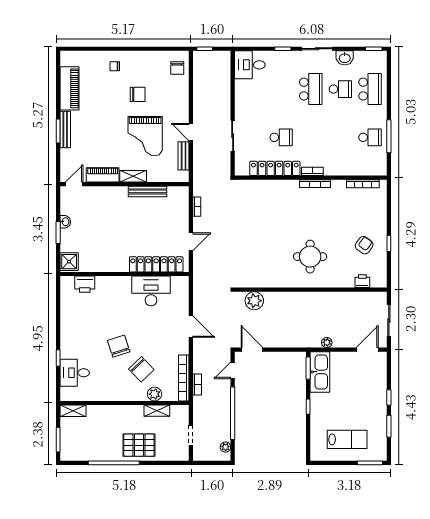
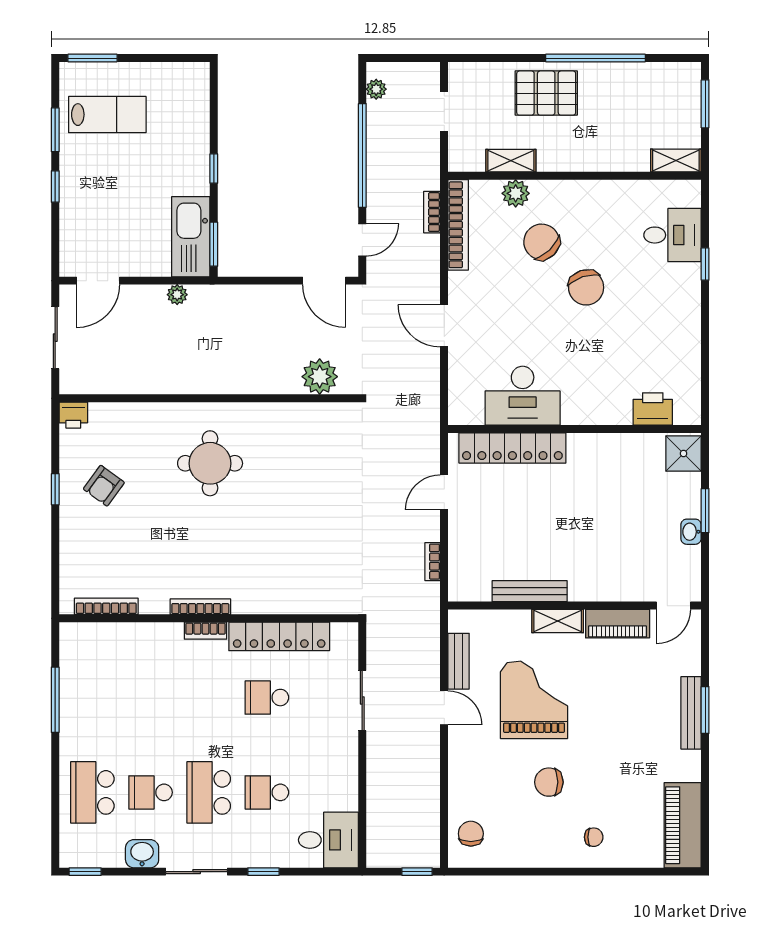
piano: (69, 88) -> (683, 825), moved
school desk: (370, 137) -> (267, 792), moved
printer: (362, 281) -> (73, 415), moved
lab bench: (347, 439) -> (107, 115), moved, turned 180

